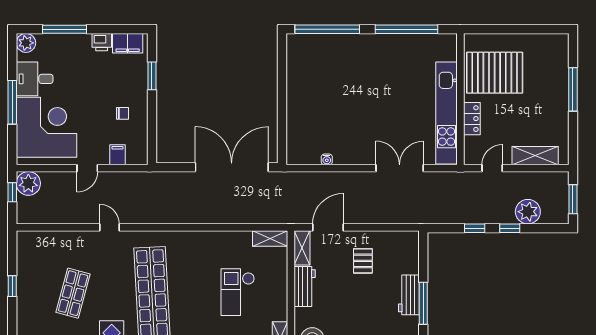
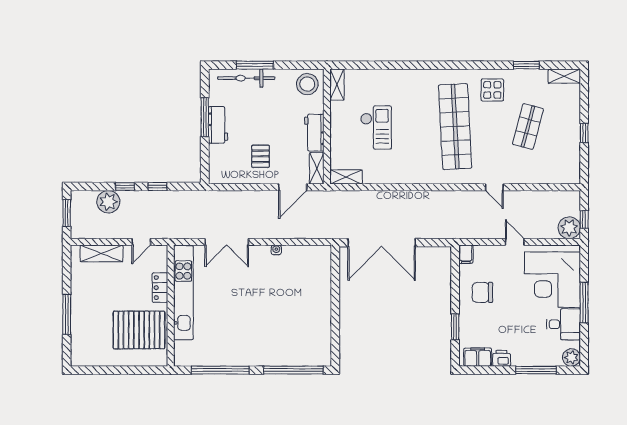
chair: (122, 113) -> (482, 292), width x1.87, depth x1.87
filing cabinet: (117, 155) -> (466, 254), moved
water cooler: (327, 159) -> (276, 250), moved
door: (87, 168) -> (515, 242), hinge flipped

